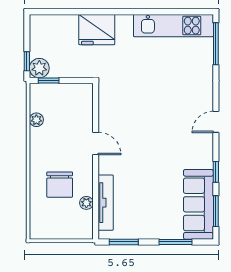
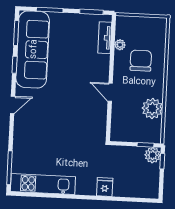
fridge: (97, 30) -> (105, 187), width x0.53, depth x0.75
plant: (36, 120) -> (152, 108), width x1.87, depth x1.87
tv unit: (106, 203) -> (105, 38), width x0.71
sofa: (198, 204) -> (33, 49), width x1.36, depth x1.27

